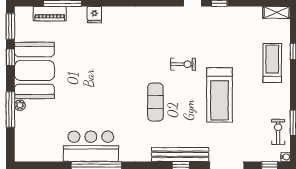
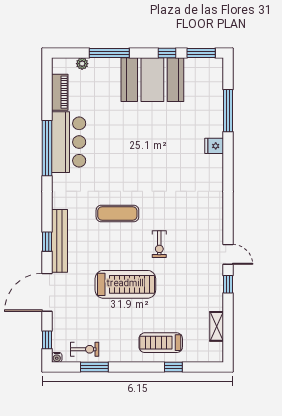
shelving: (276, 12) -> (217, 326), moved
piano: (50, 14) -> (60, 92), moved, turned 180
treadmill: (272, 63) -> (161, 343), turned 180
treadmill: (219, 95) -> (125, 284), turned 180
plant: (20, 105) -> (82, 64), moved

